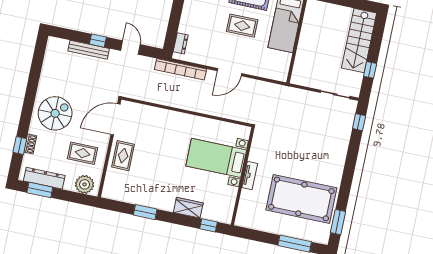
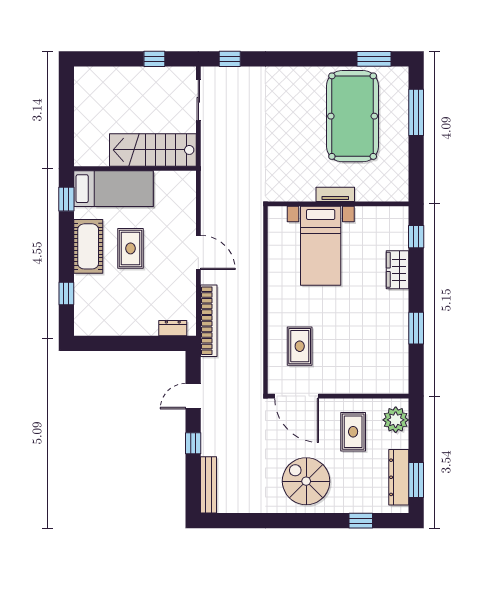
stairs: (359, 41) -> (153, 150), moved, turned 180
bench: (89, 50) -> (209, 485), moved
shoe rack: (30, 144) -> (355, 507), removed
rug: (123, 156) -> (300, 346), moved, turned 90

